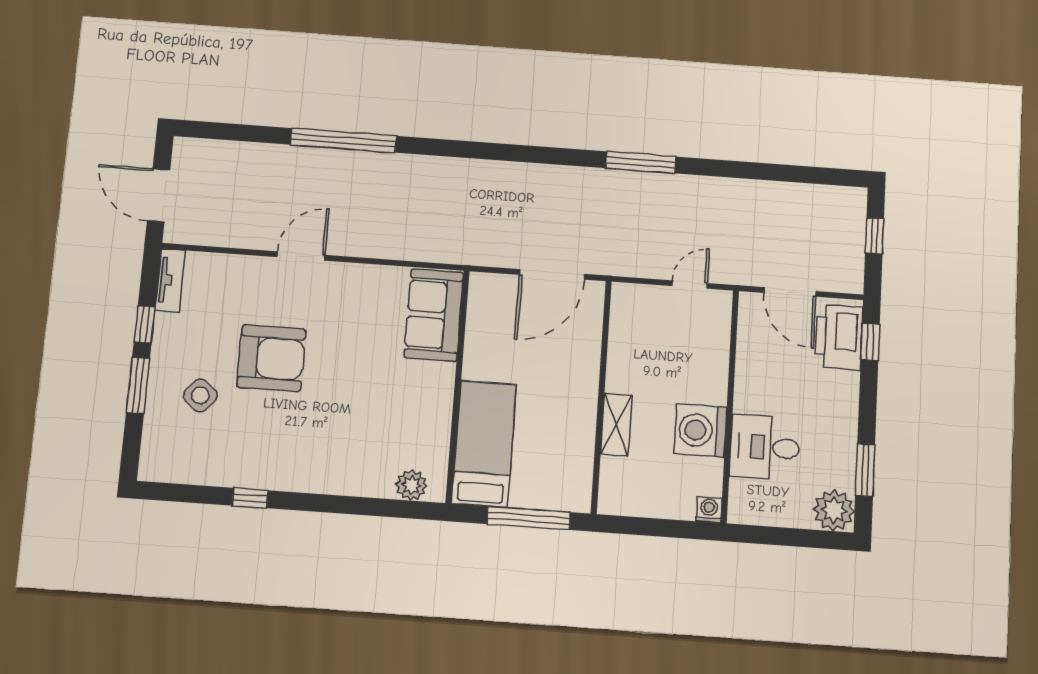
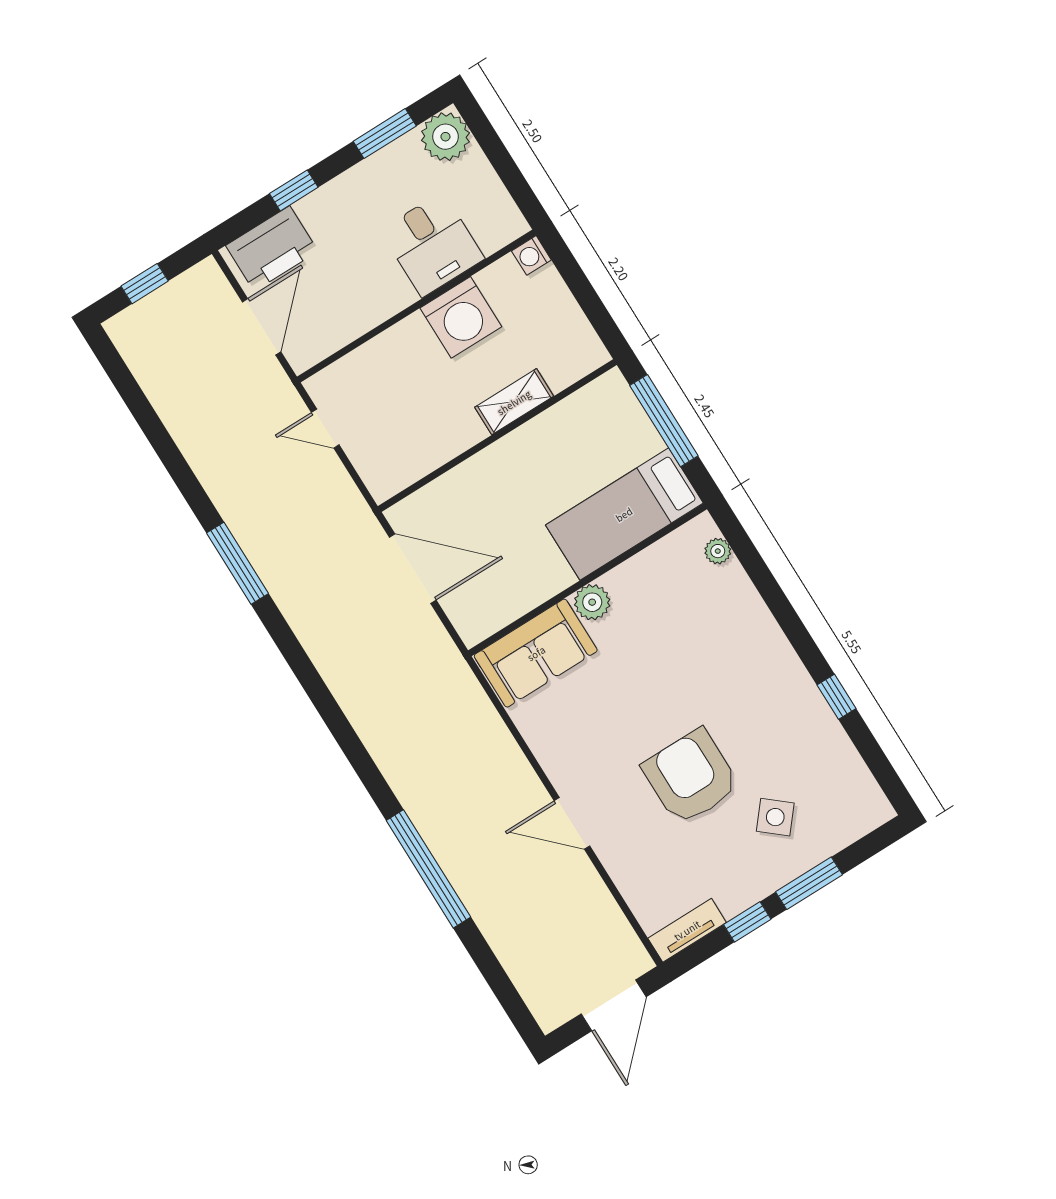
window: (870, 342) -> (294, 190), moved
plant: (440, 378) -> (592, 602), added
plant: (411, 485) -> (718, 551), width x0.73, depth x0.73

